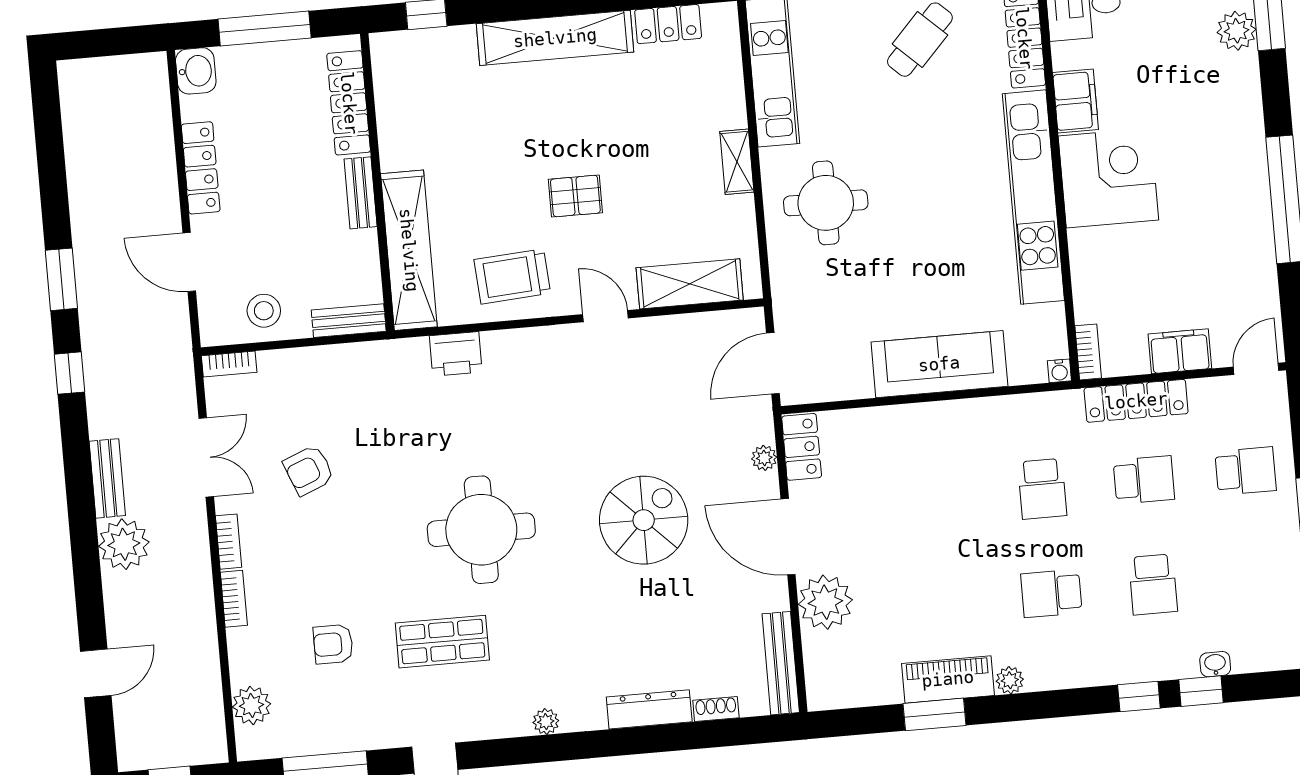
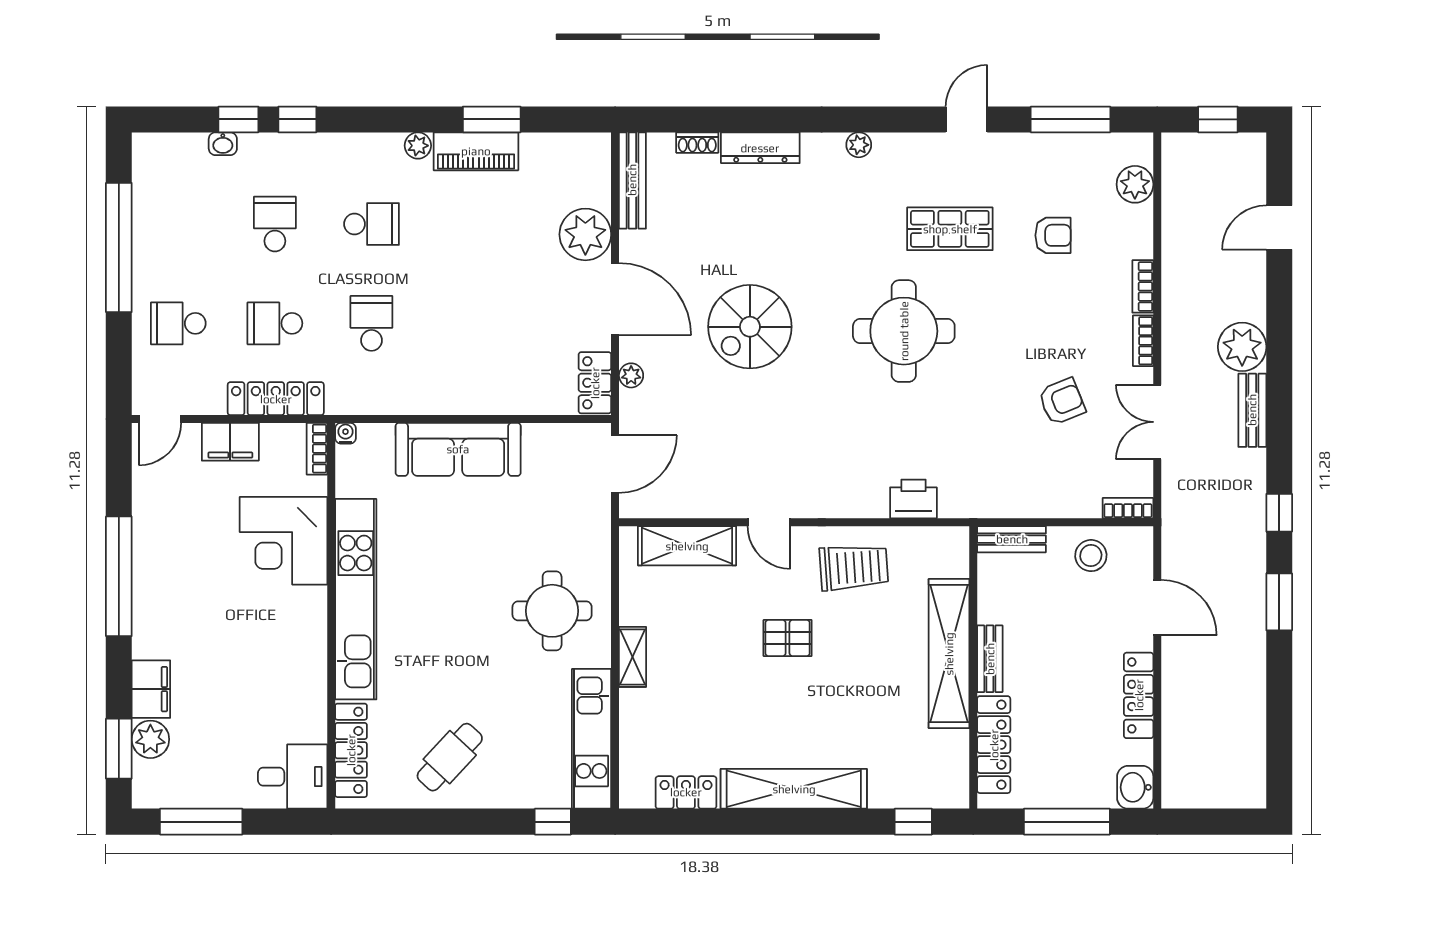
filing cabinet: (1076, 101) -> (151, 689), moved, turned 180
corner desk: (1108, 178) -> (283, 541), moved
shelving: (409, 250) -> (949, 654), moved

